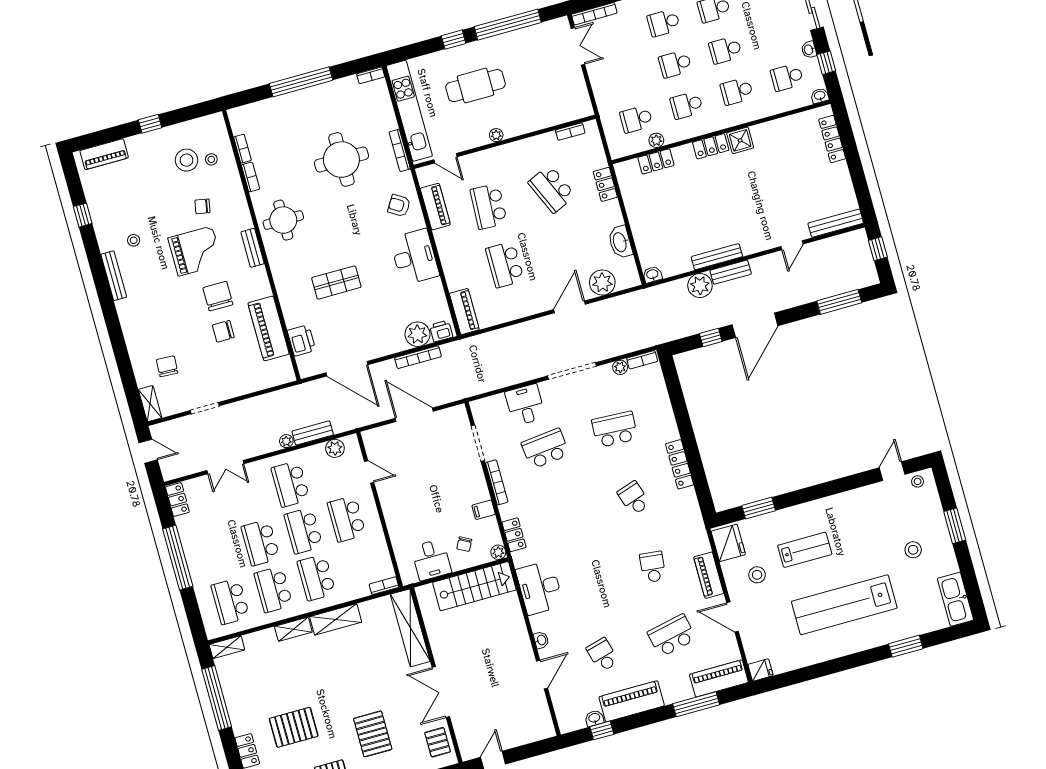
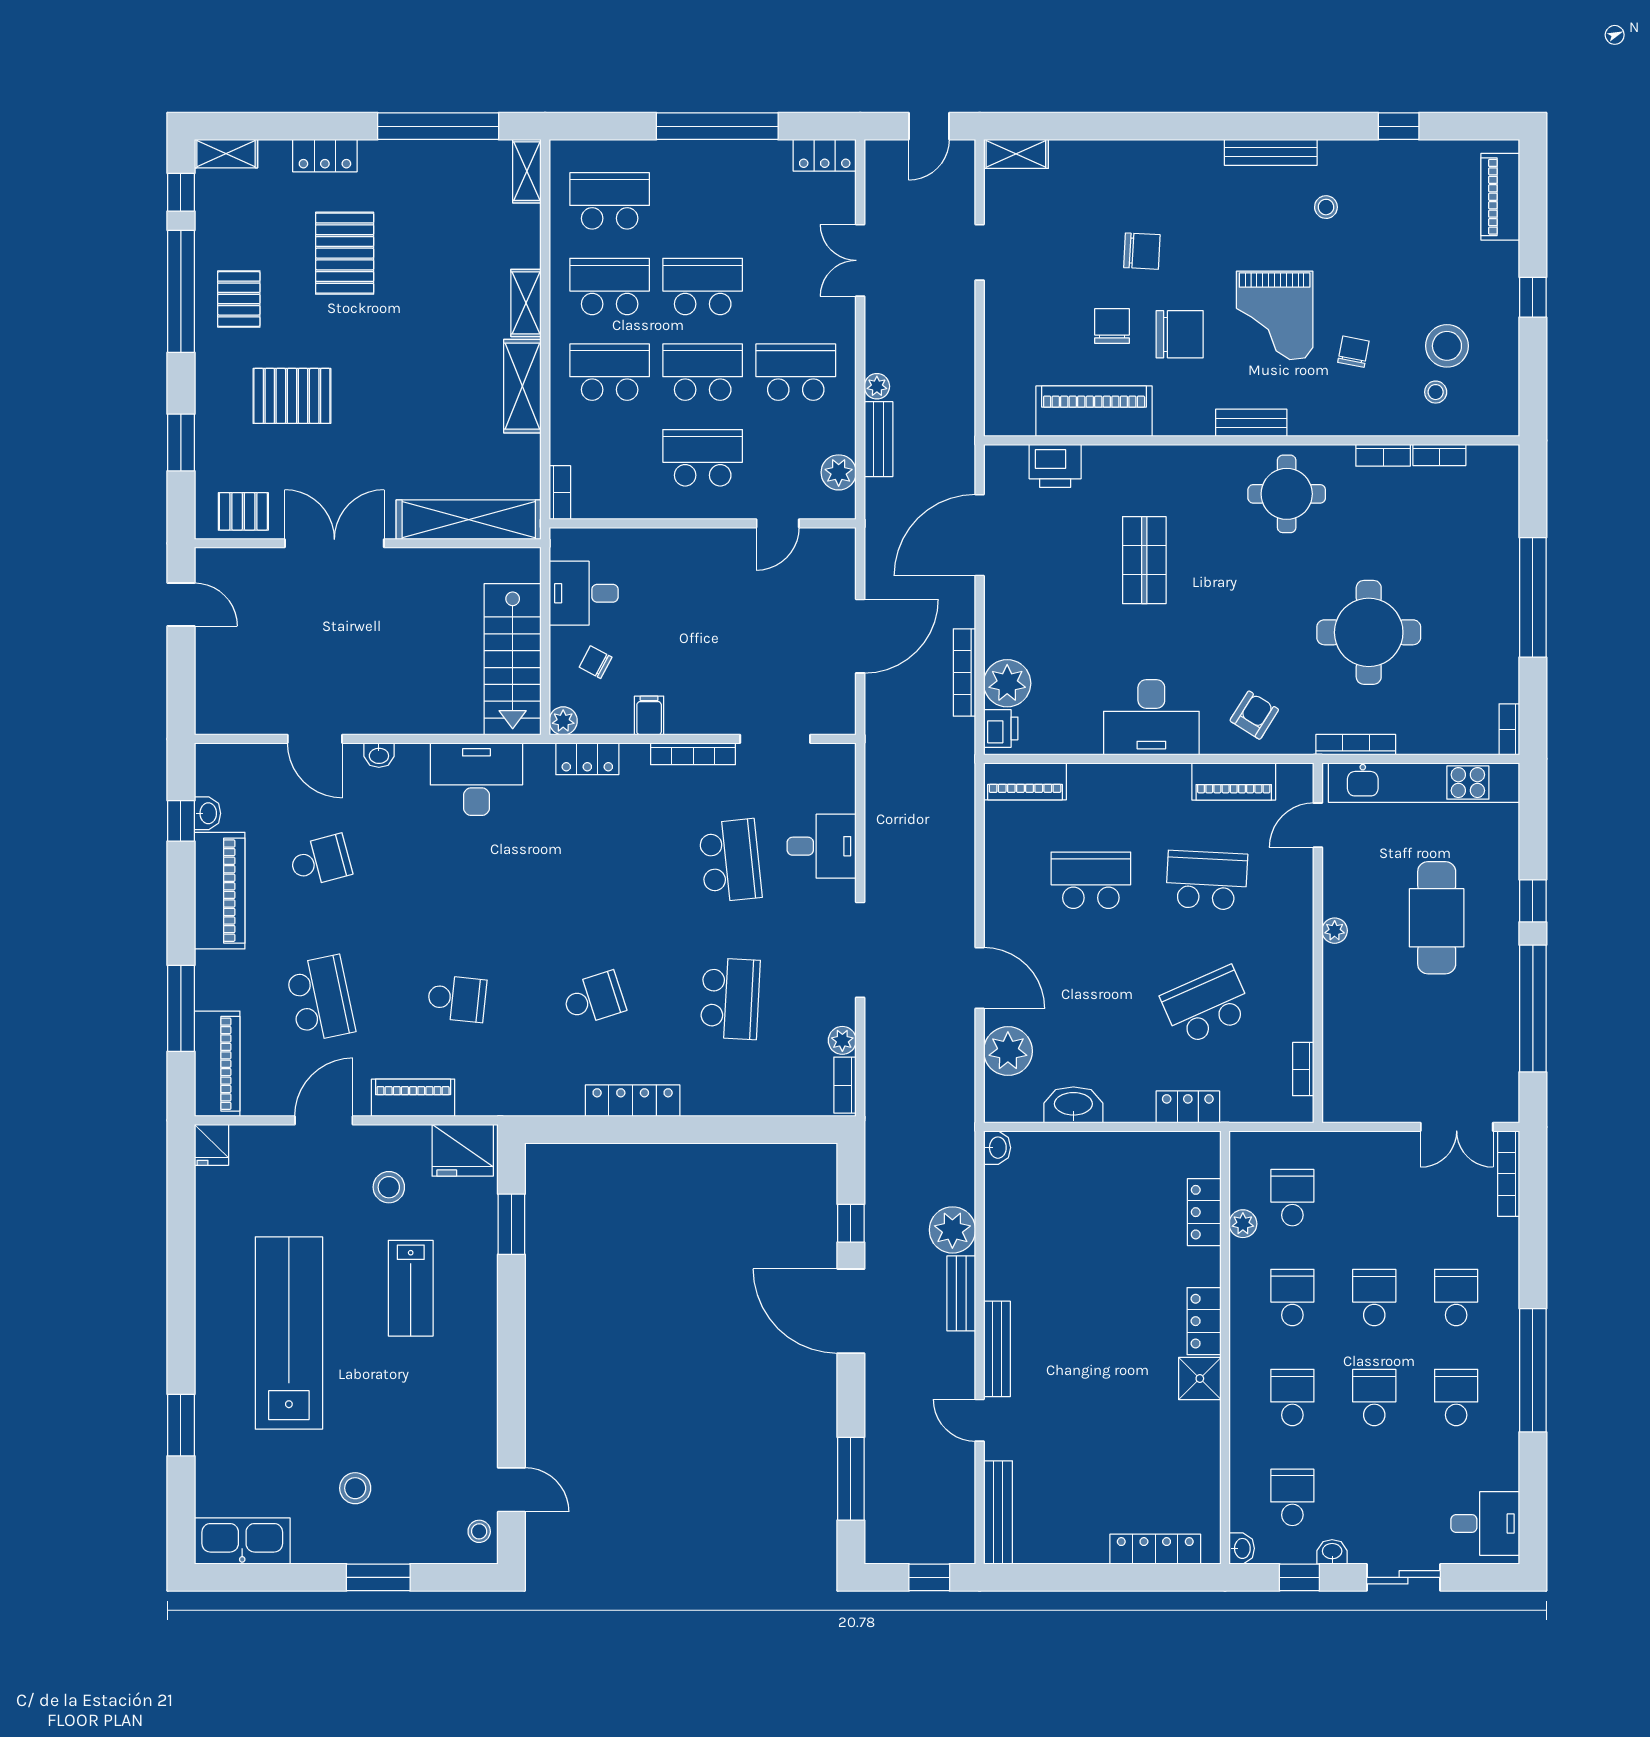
bench: (717, 257) -> (997, 1349), moved
chair: (167, 366) -> (1142, 251), moved

